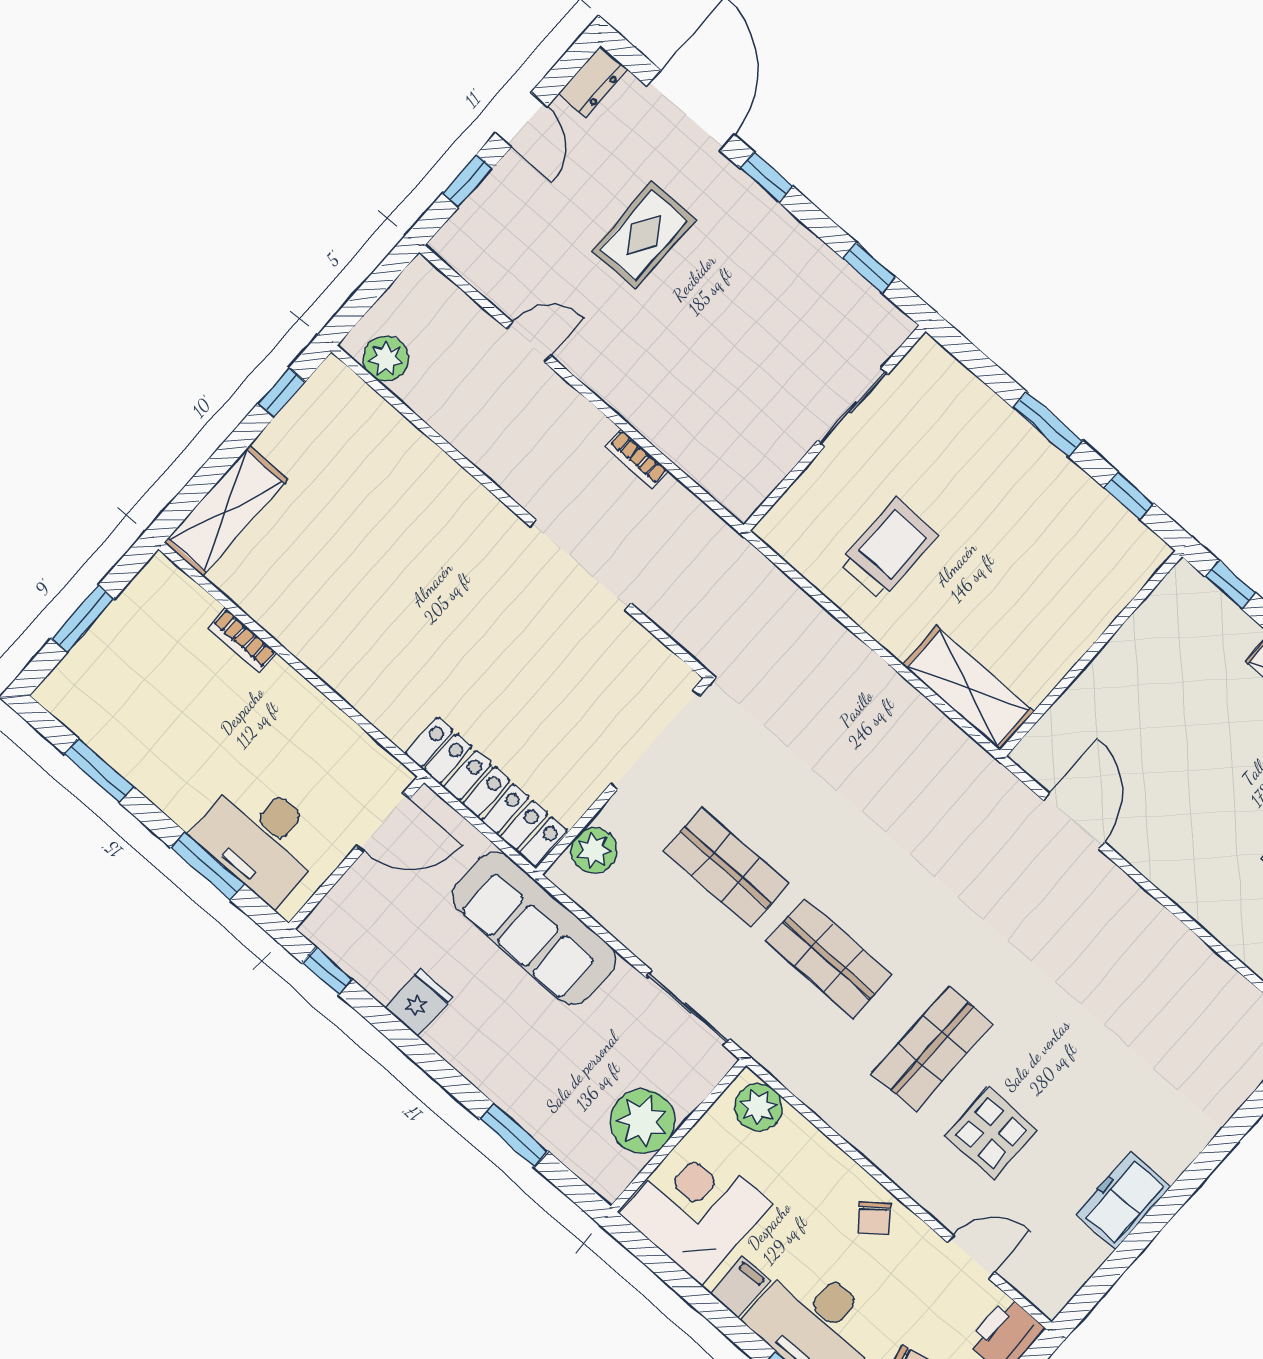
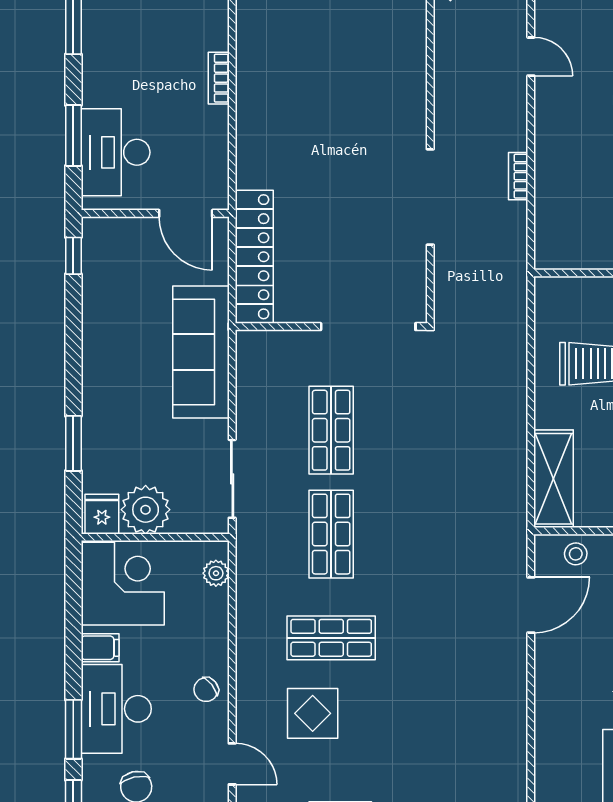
bookcase: (242, 640) -> (219, 78), moved
stool: (1062, 732) -> (576, 554), added
plant: (594, 850) -> (275, 347), removed
fridge: (419, 1003) -> (102, 514), moved, turned -90
plant: (758, 1107) -> (216, 573), width x0.73, depth x0.73

